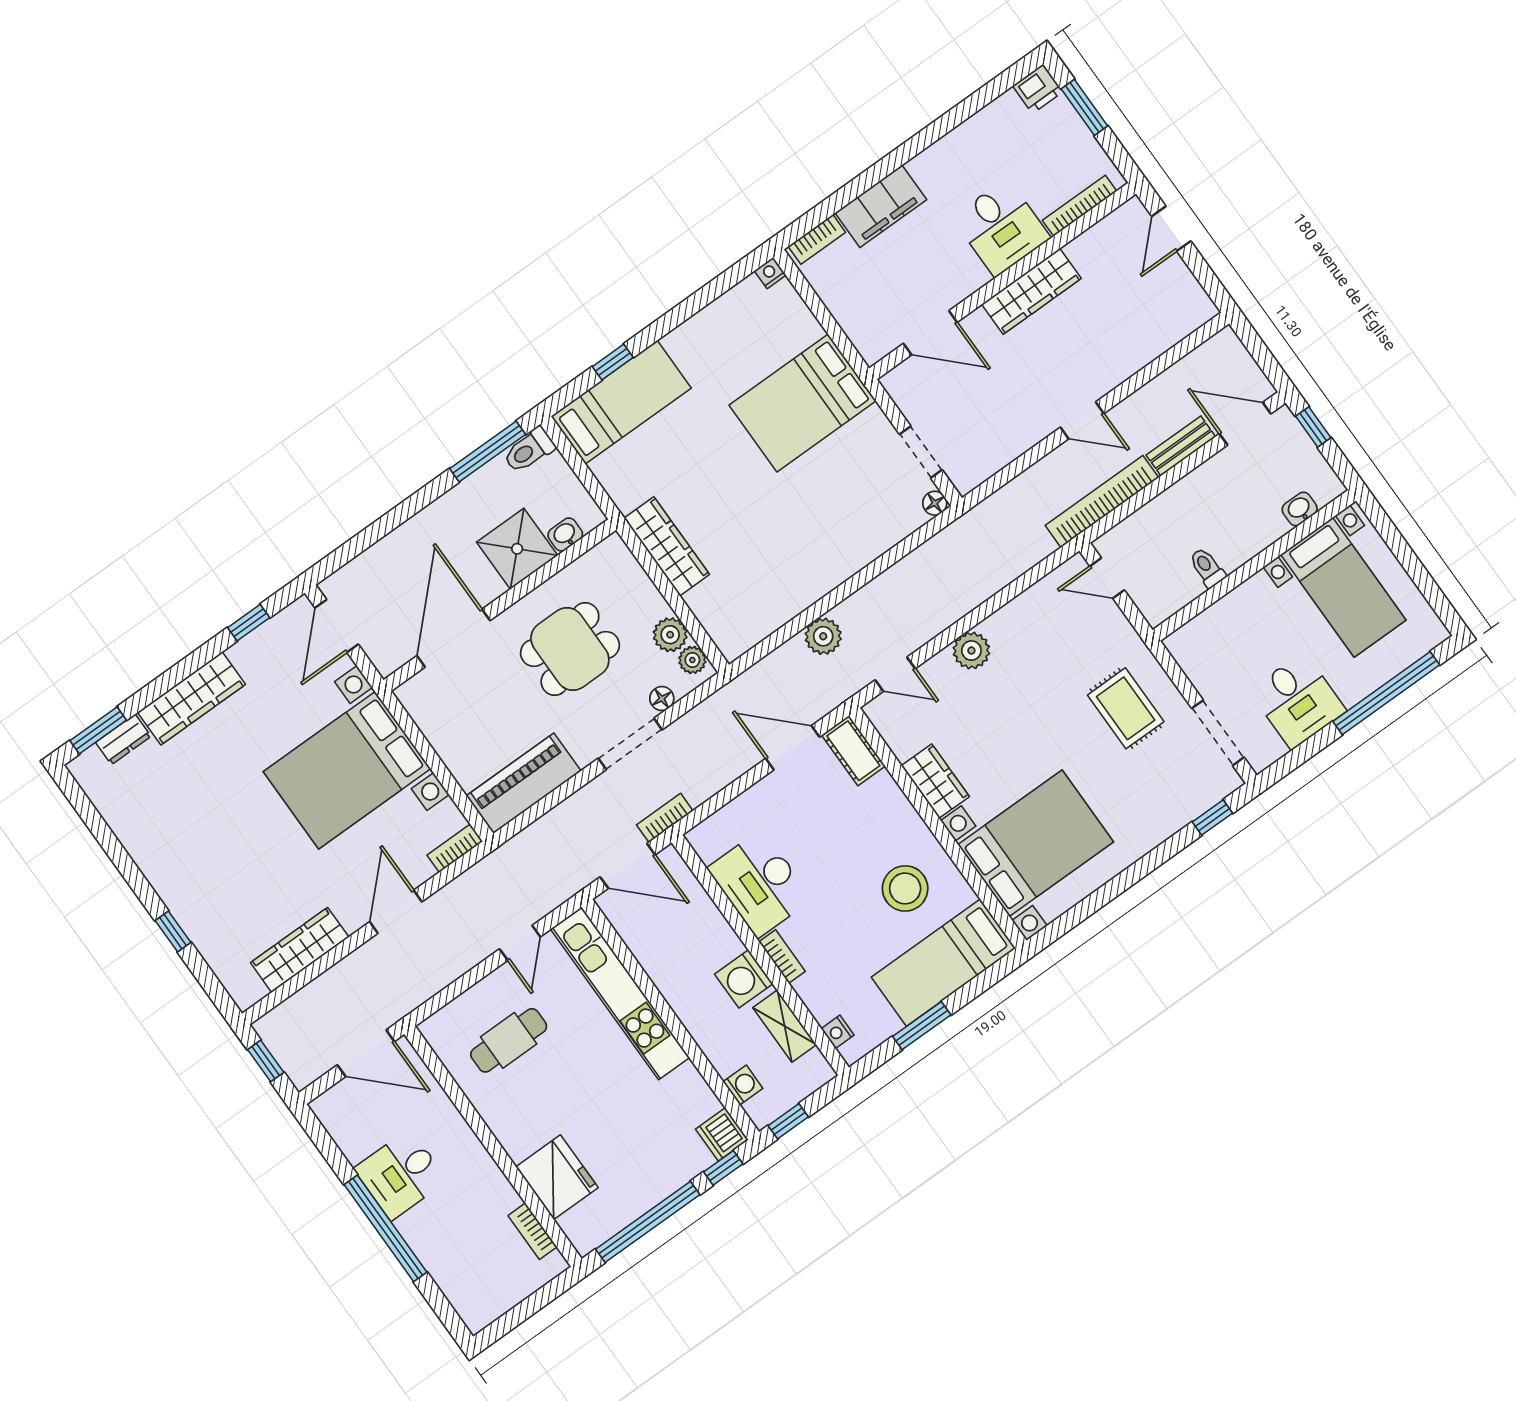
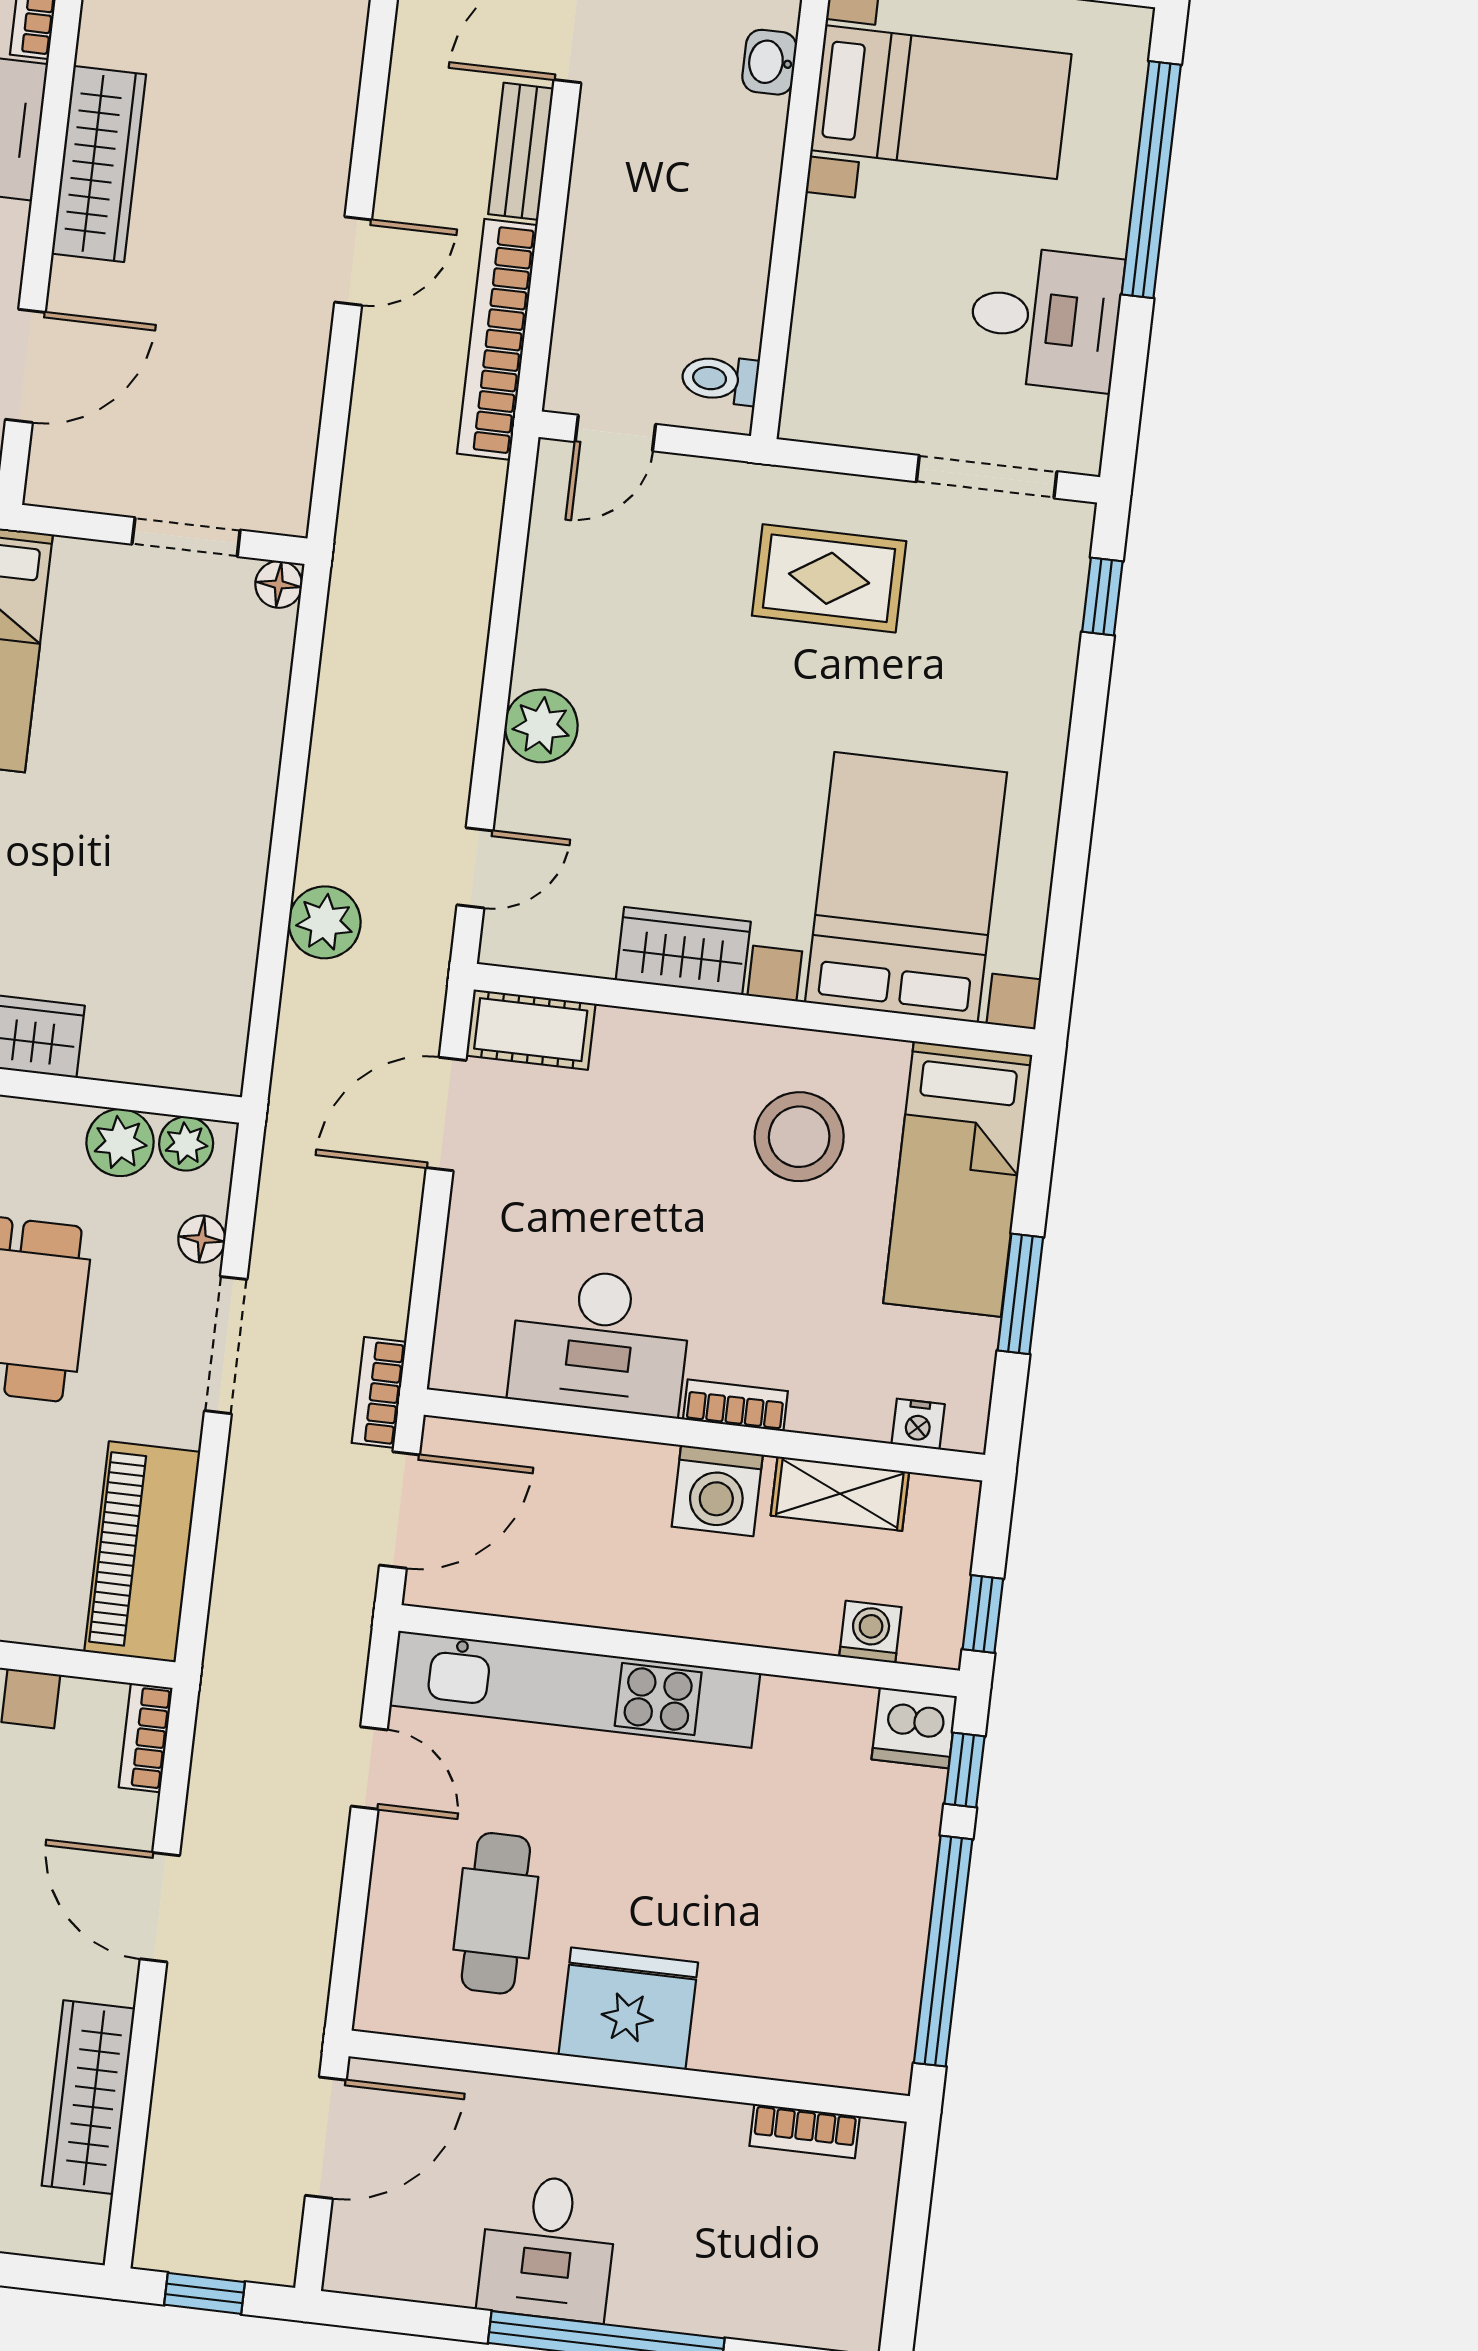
toilet: (1207, 568) -> (720, 379), moved
fridge: (557, 1177) -> (628, 2009), moved

